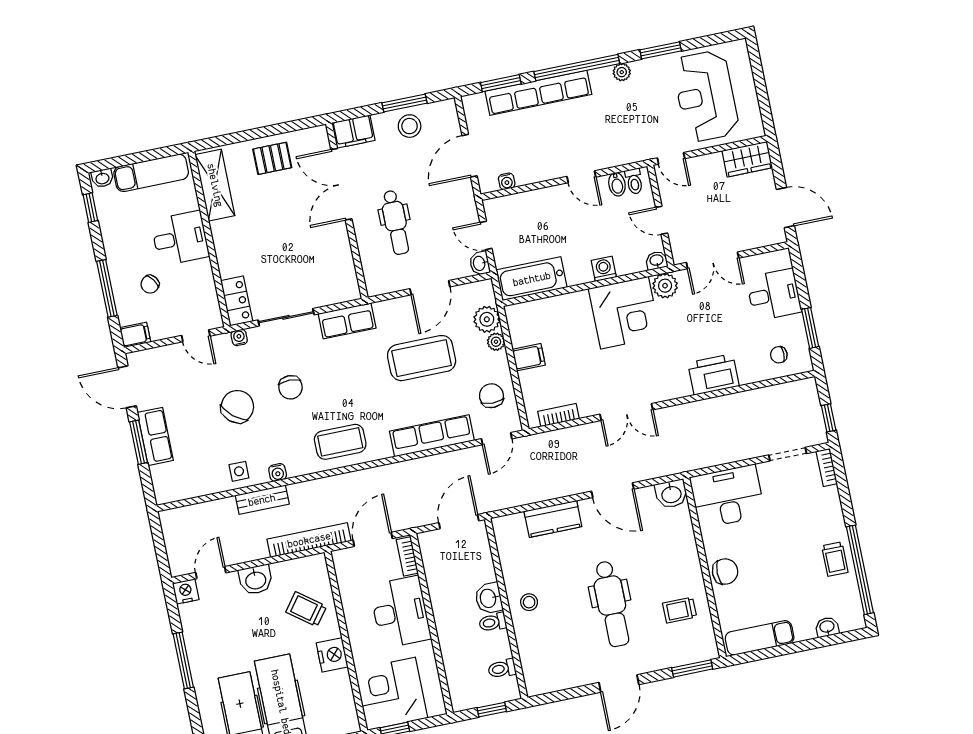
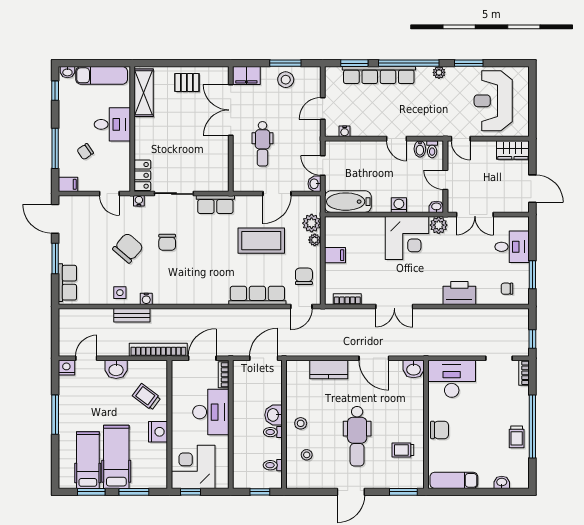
door: (470, 156) -> (323, 108), width x0.73
row of seats: (155, 436) -> (67, 283), moved
coffee table: (340, 442) -> (194, 287), removed
window: (860, 570) -> (532, 427), moved
stool: (547, 644) -> (307, 455), added

